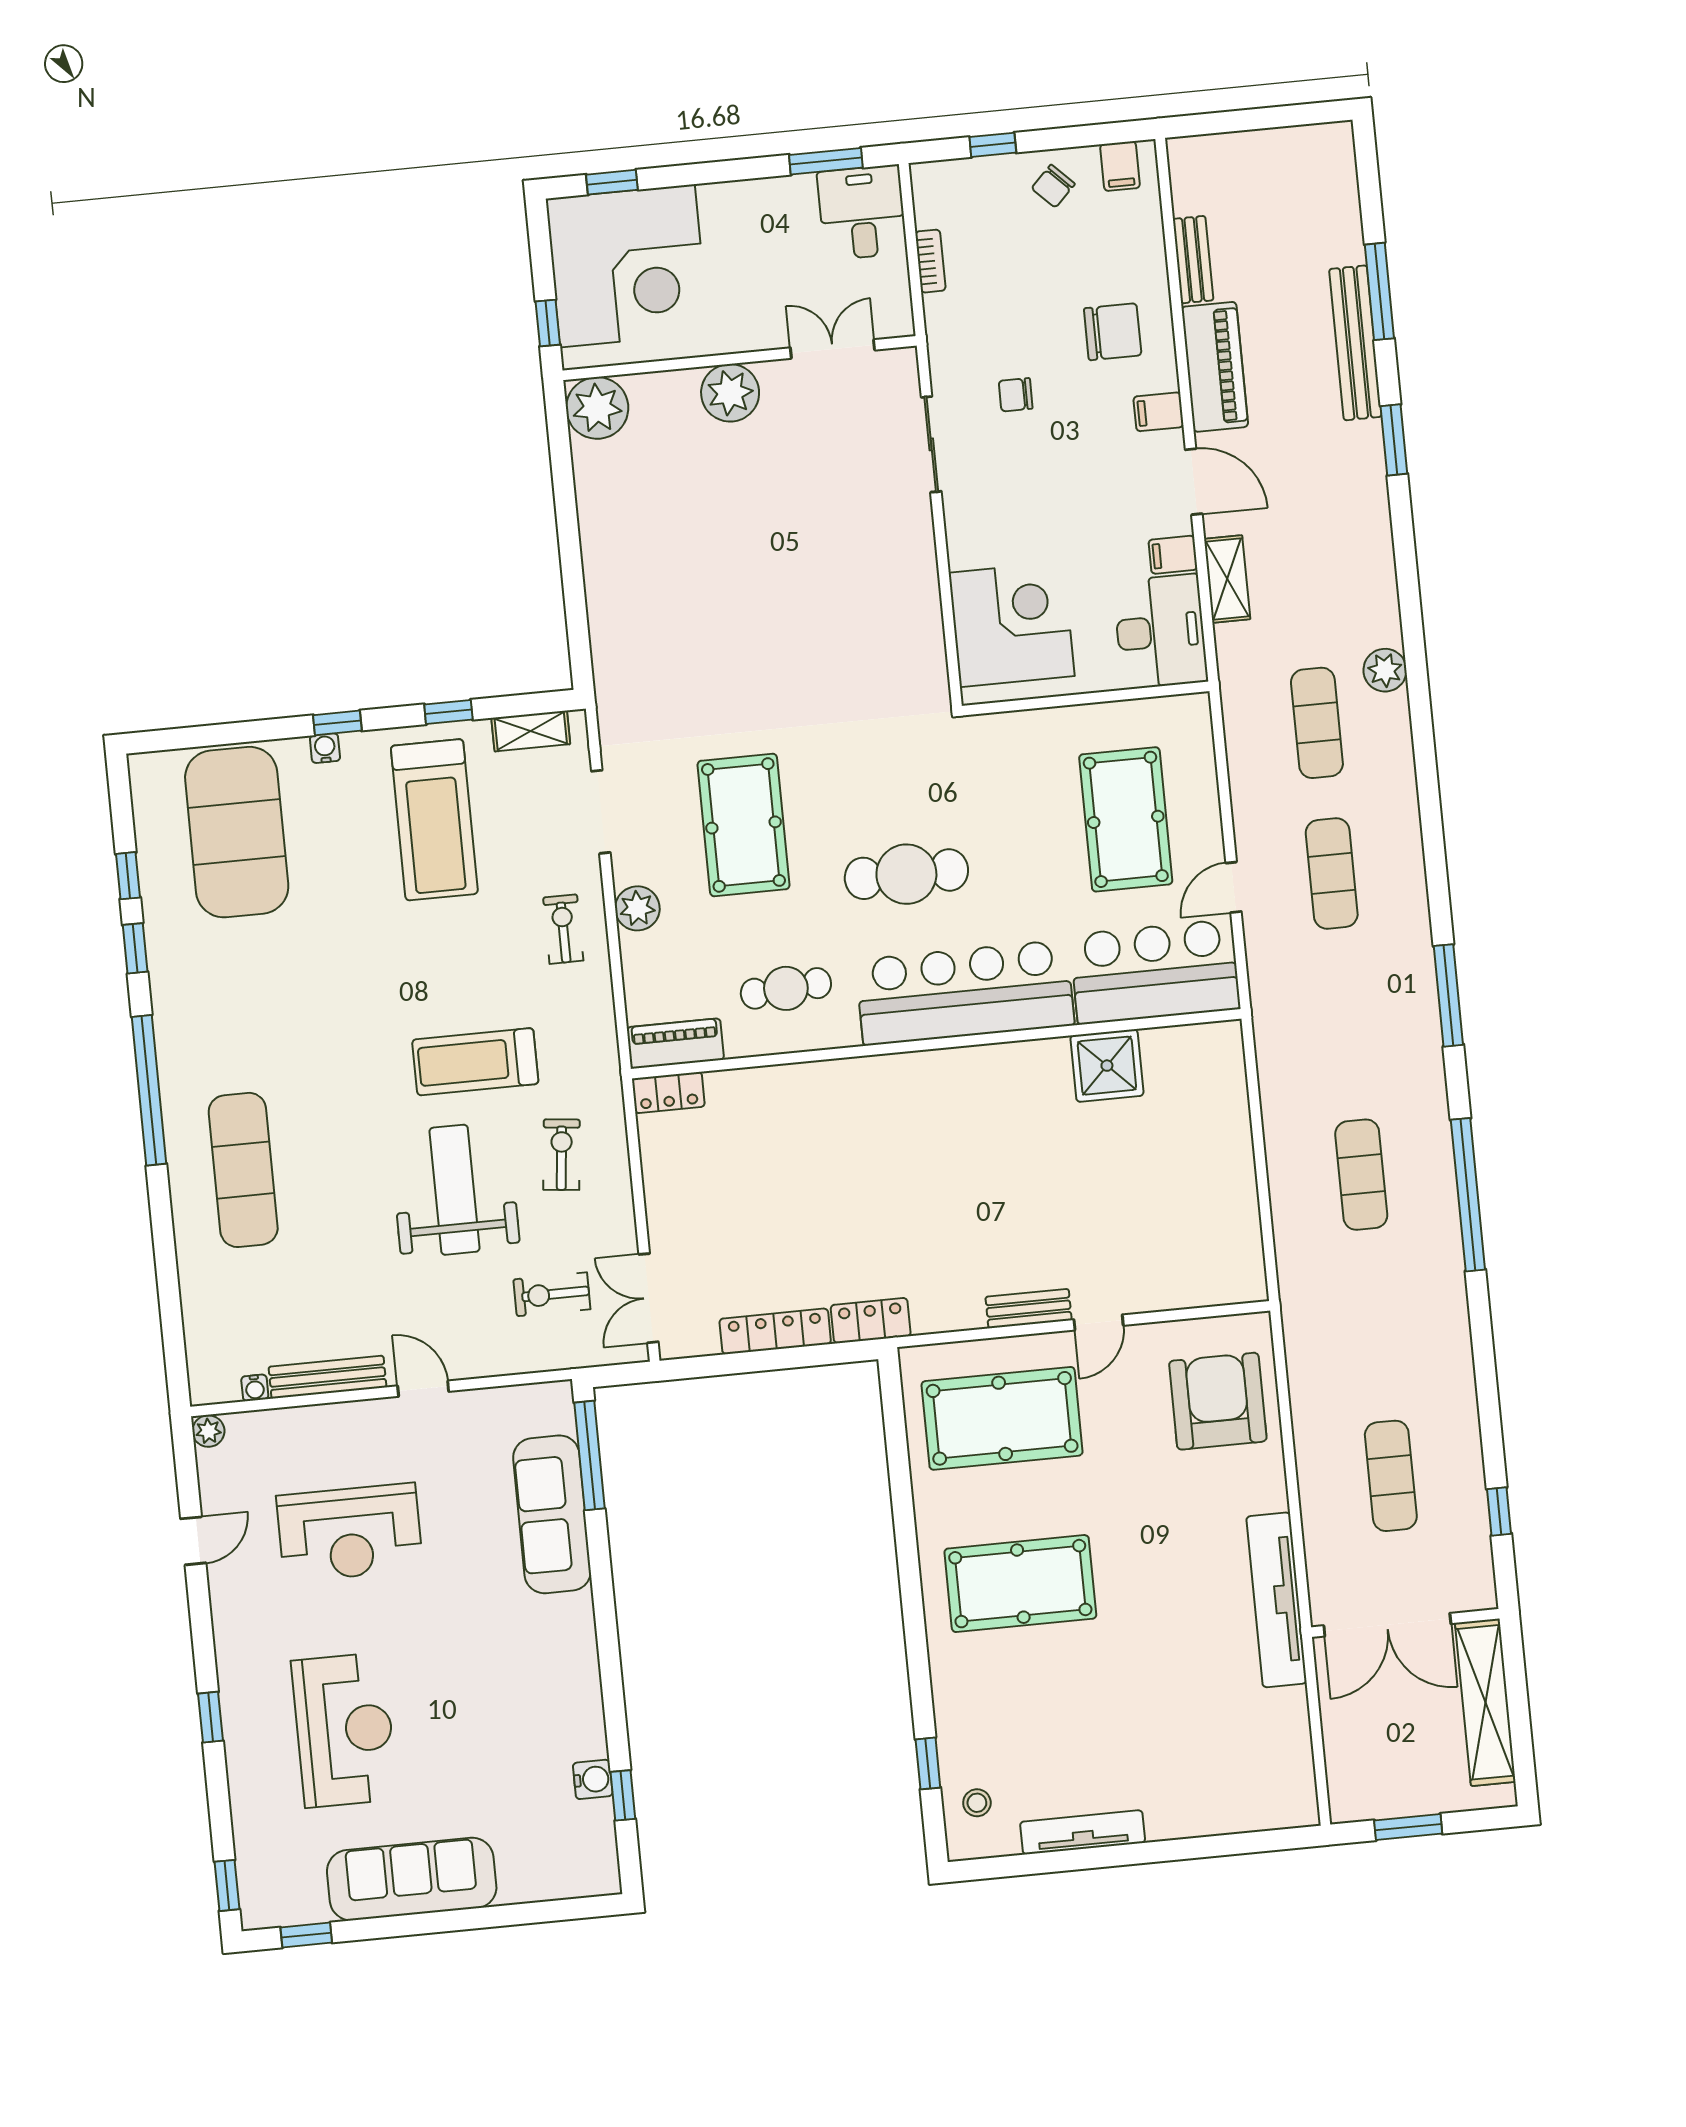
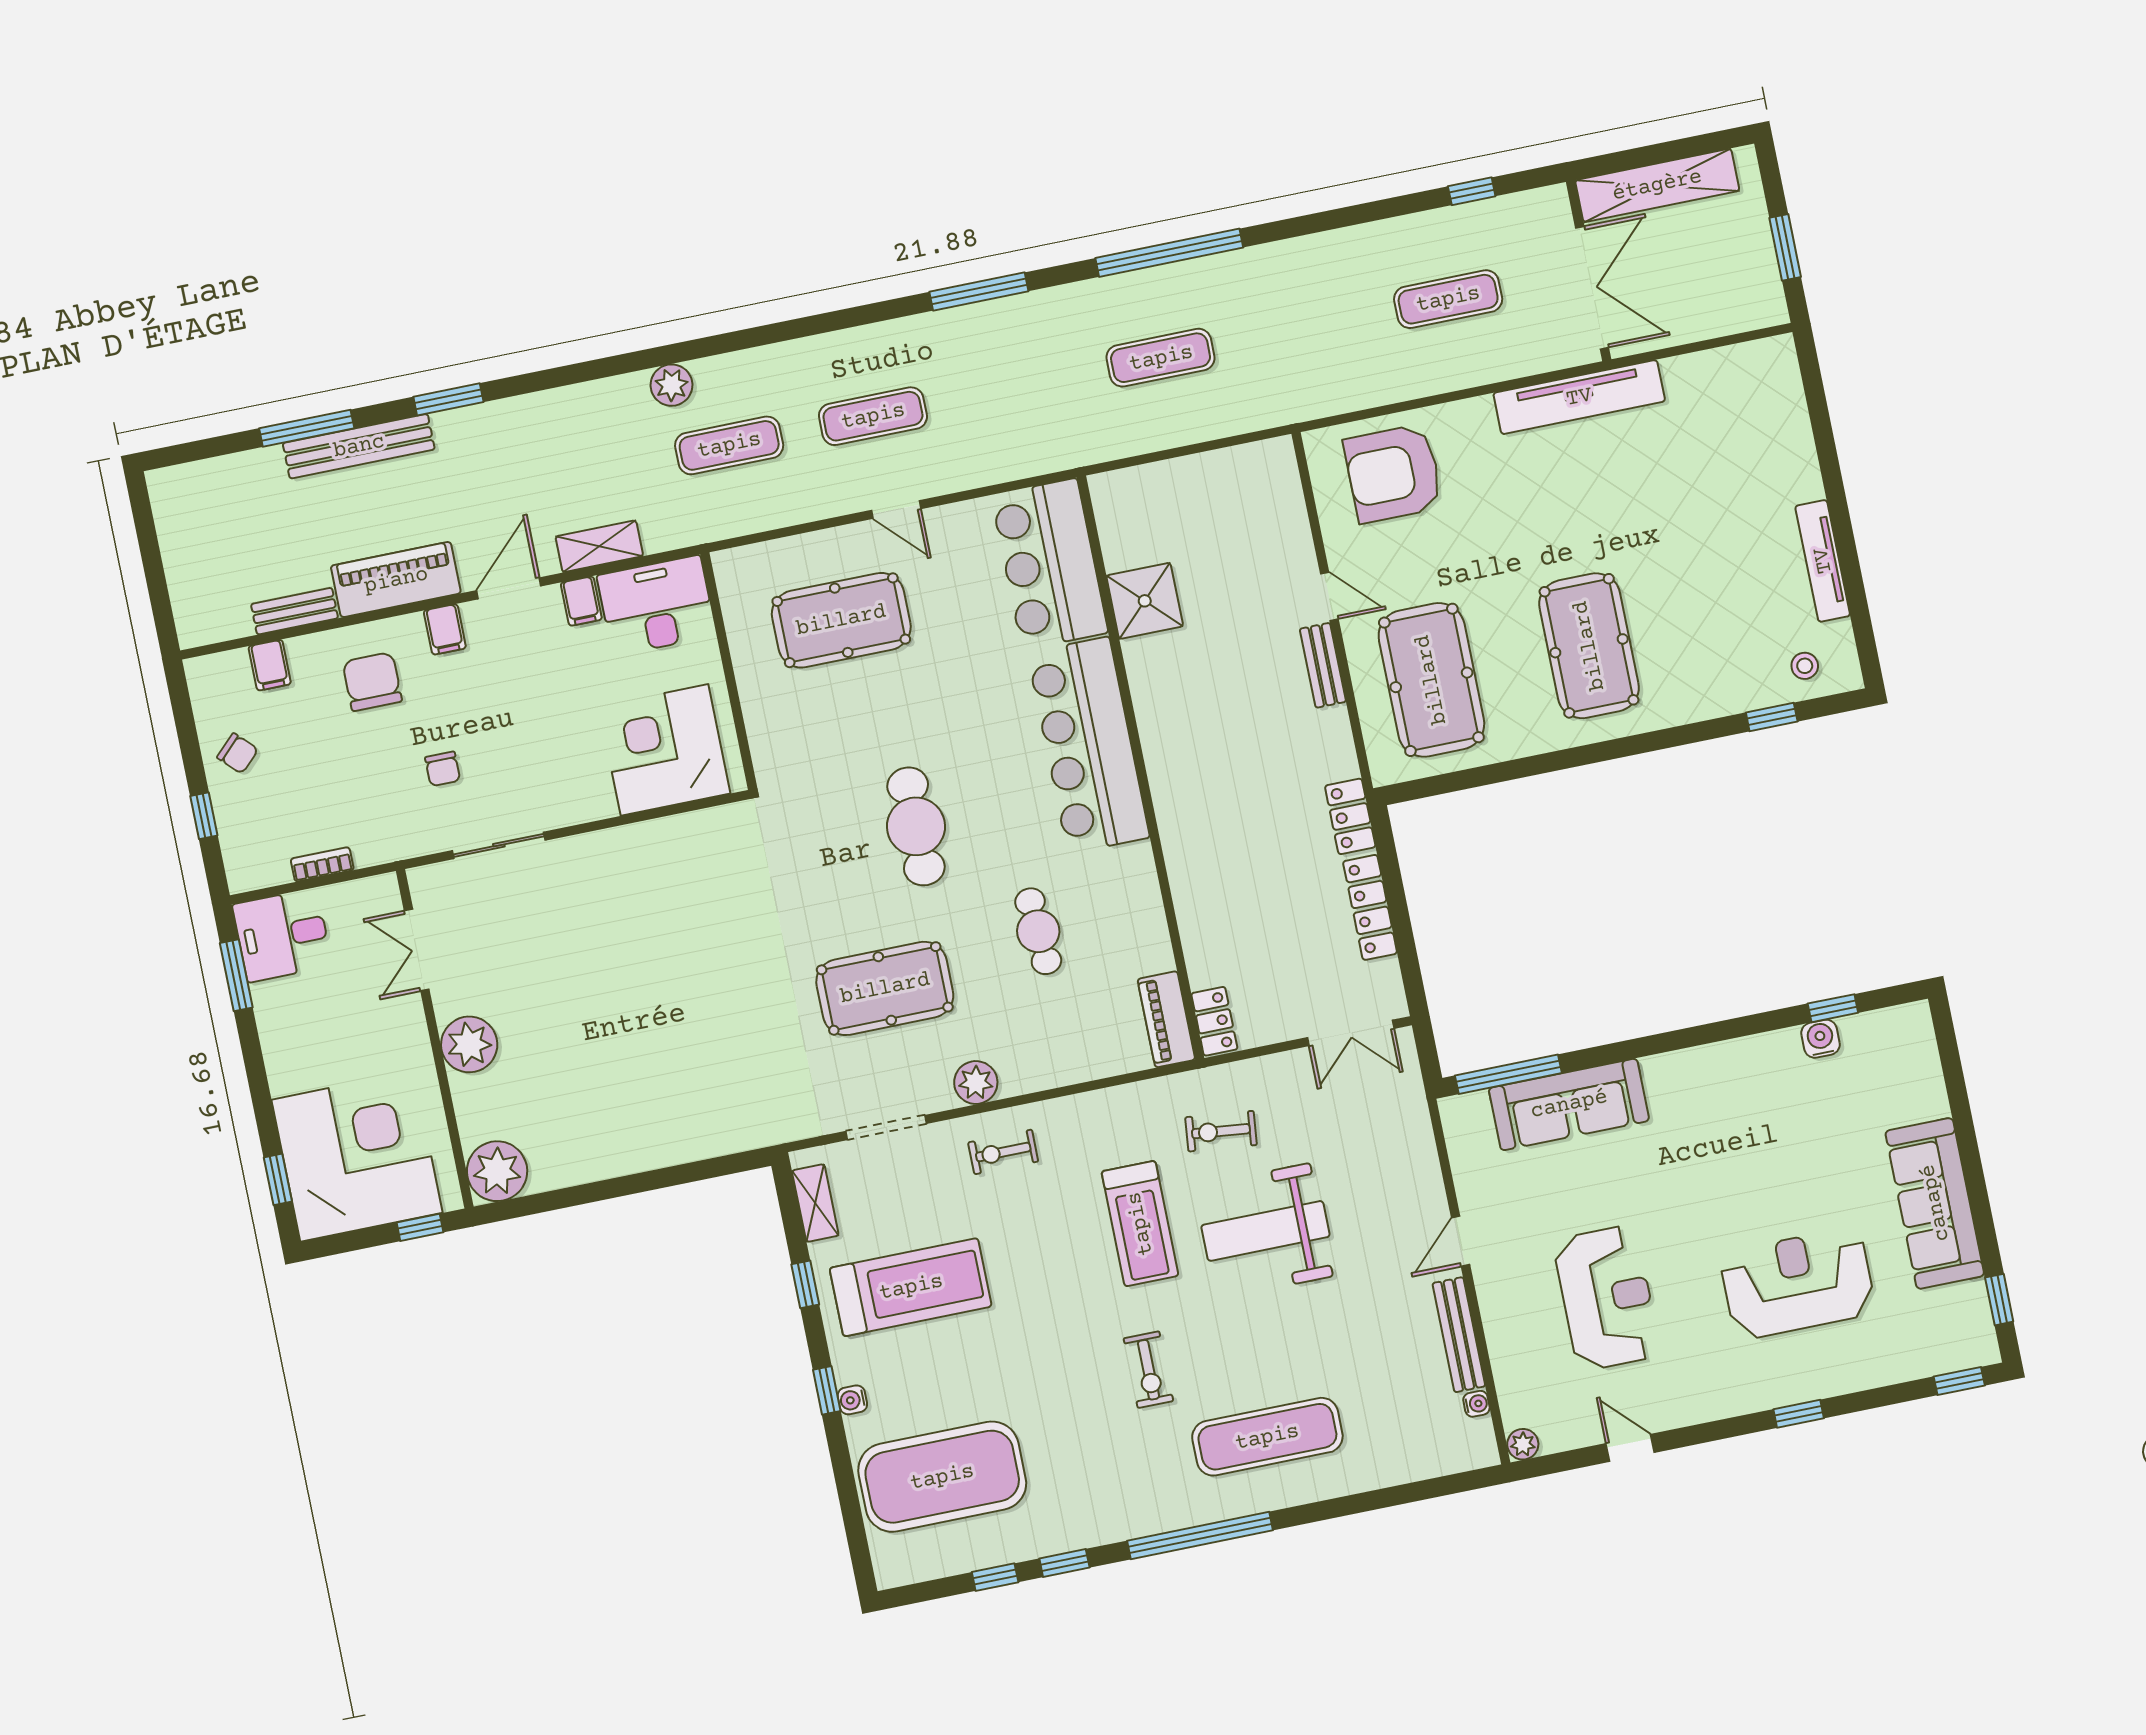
filing cabinet: (1120, 166) -> (270, 665), moved, turned 90
bar counter: (1155, 972) -> (1049, 564), moved
bar counter: (965, 993) -> (1088, 745), moved
piano: (675, 1043) -> (1166, 1019), moved
wall: (936, 1044) -> (1141, 768), moved
shower: (1107, 1066) -> (1145, 601), moved
locker: (668, 1093) -> (1214, 1021), moved
exercise bike: (552, 1294) -> (1148, 1370), moved

